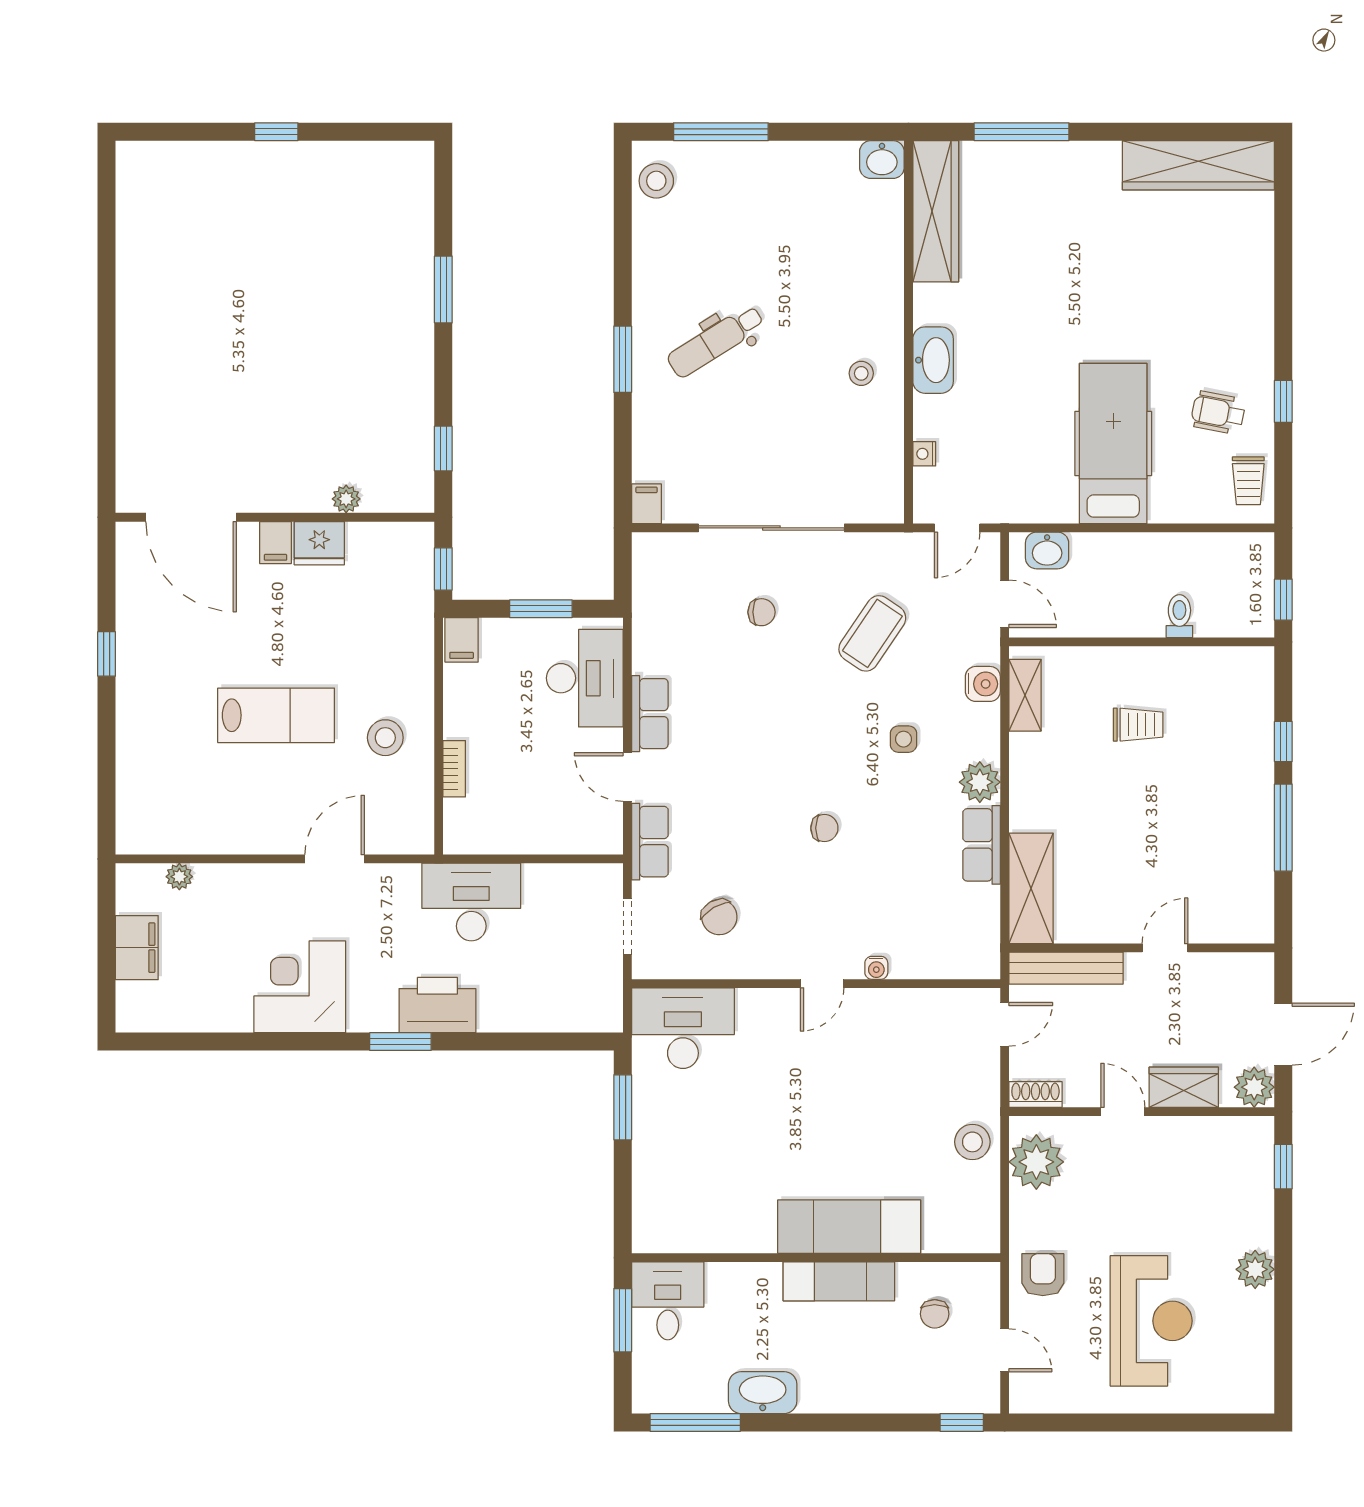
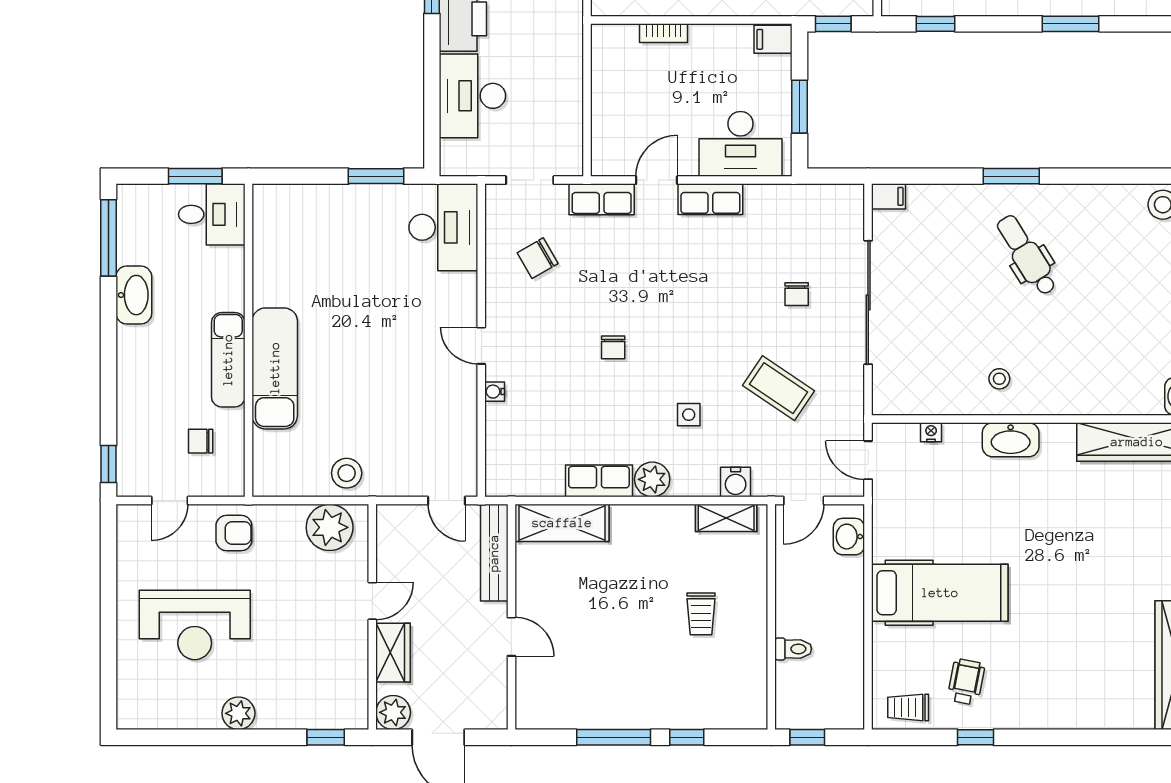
desk: (471, 902) -> (472, 96), moved, turned 180
shoe rack: (1035, 1094) -> (387, 527), removed

